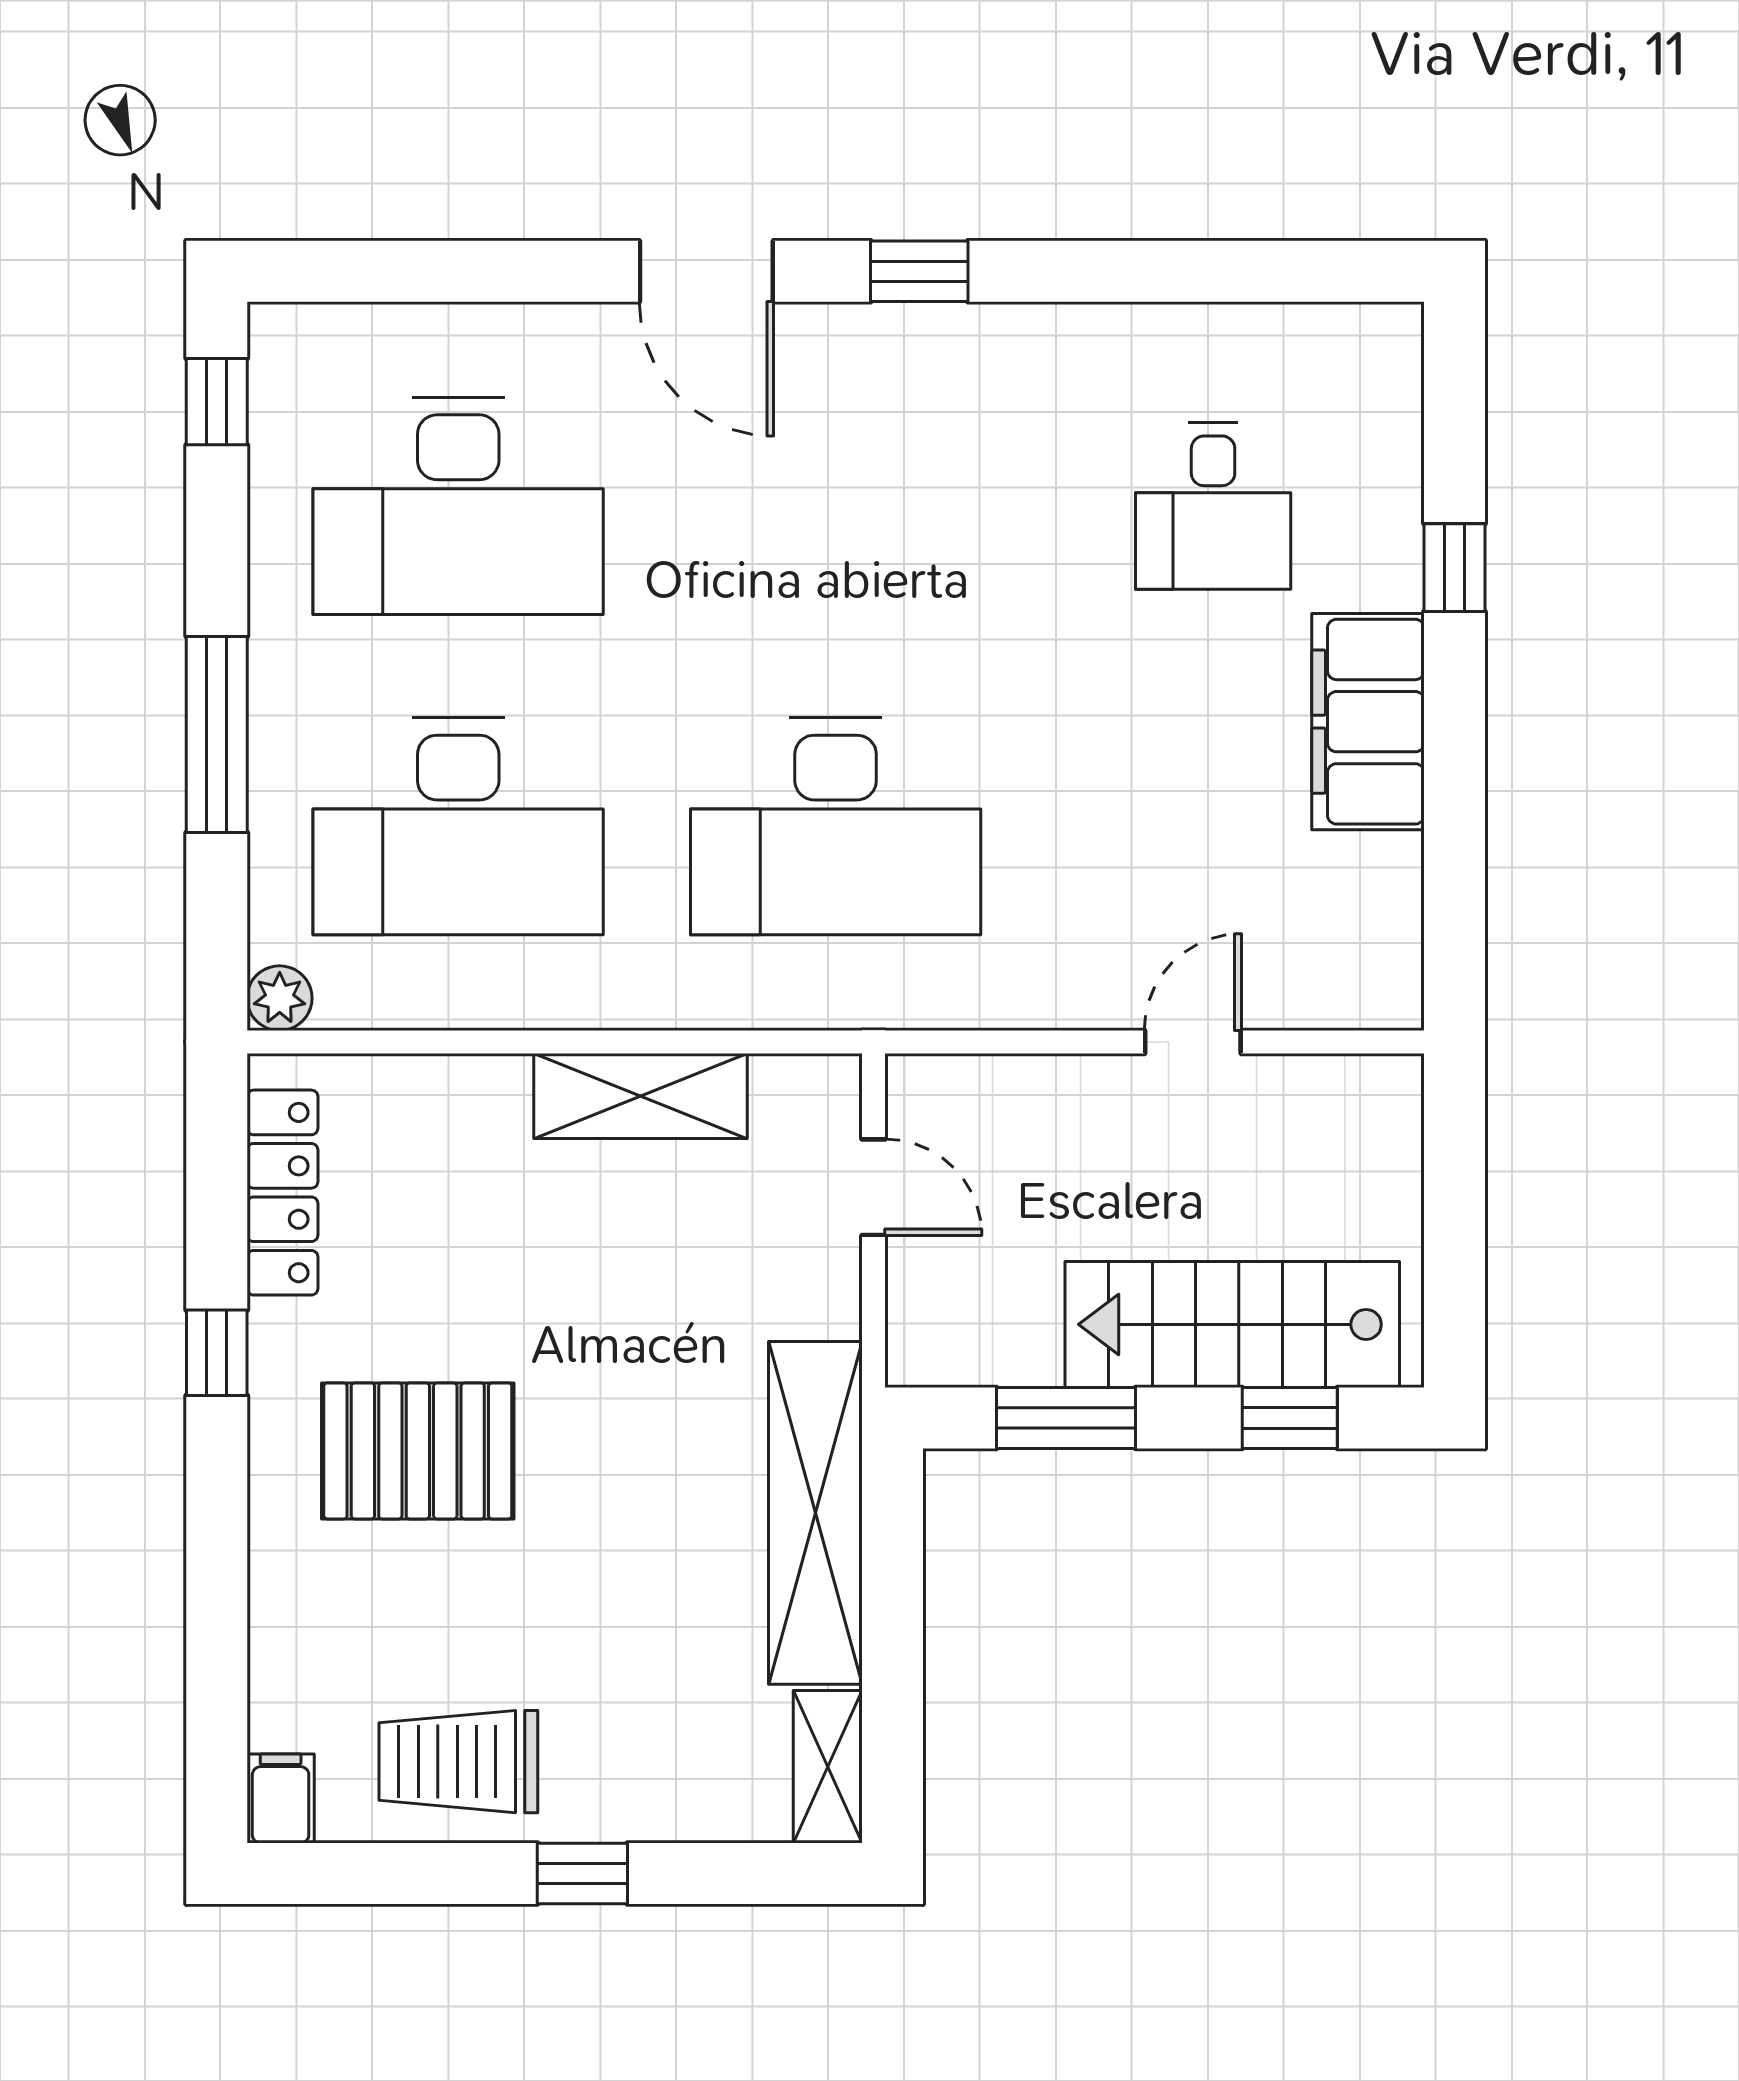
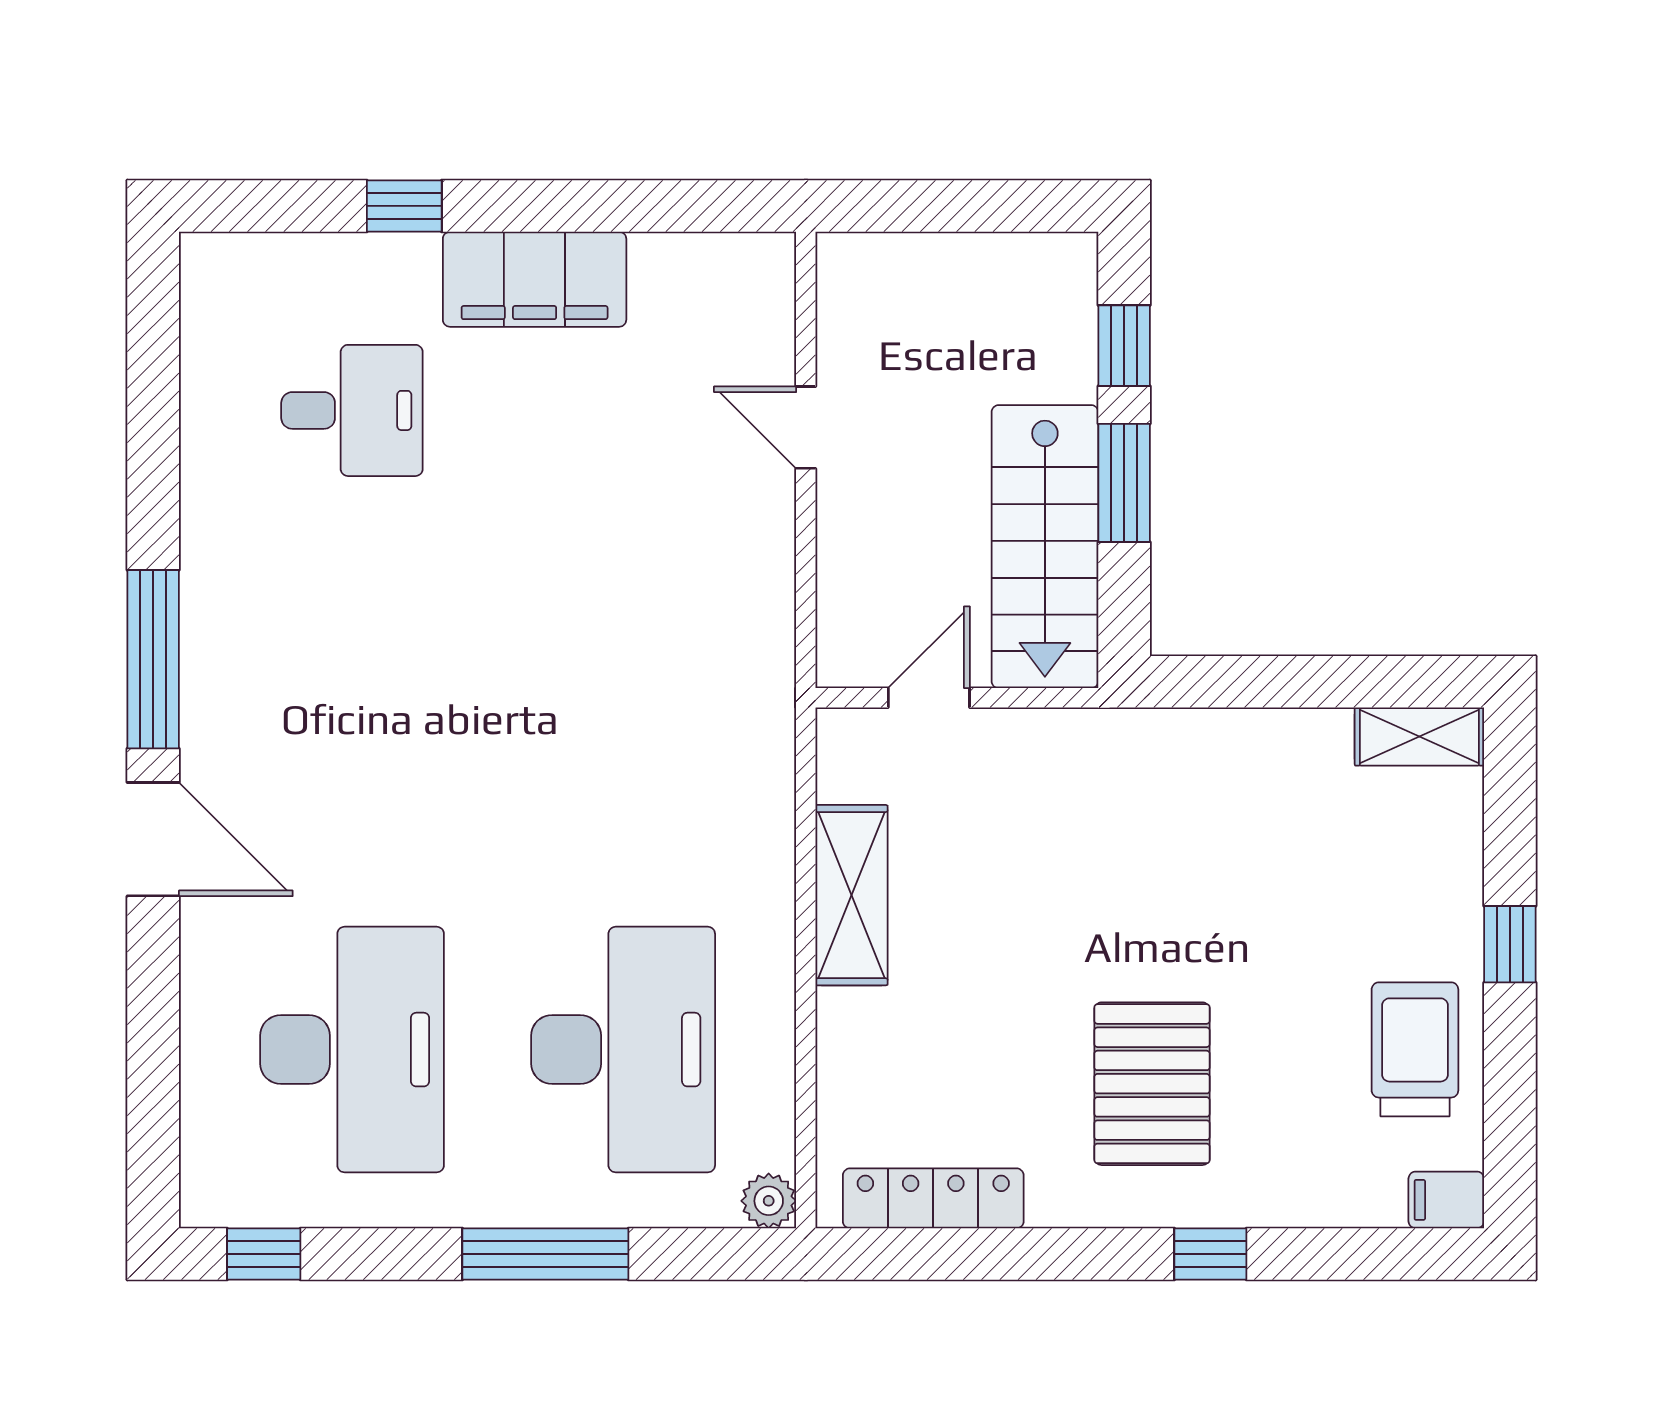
door: (706, 271) -> (153, 839), hinge flipped
window: (919, 271) -> (153, 659), width x2.17
desk: (836, 826) -> (623, 730), removed
stairs: (1232, 1324) -> (1045, 547), moved
window: (217, 1353) -> (1210, 1254), moved
window: (1066, 1418) -> (1124, 483), moved
shelving: (815, 1513) -> (1204, 747), removed
trolley: (458, 1762) -> (1415, 1049), turned 180

